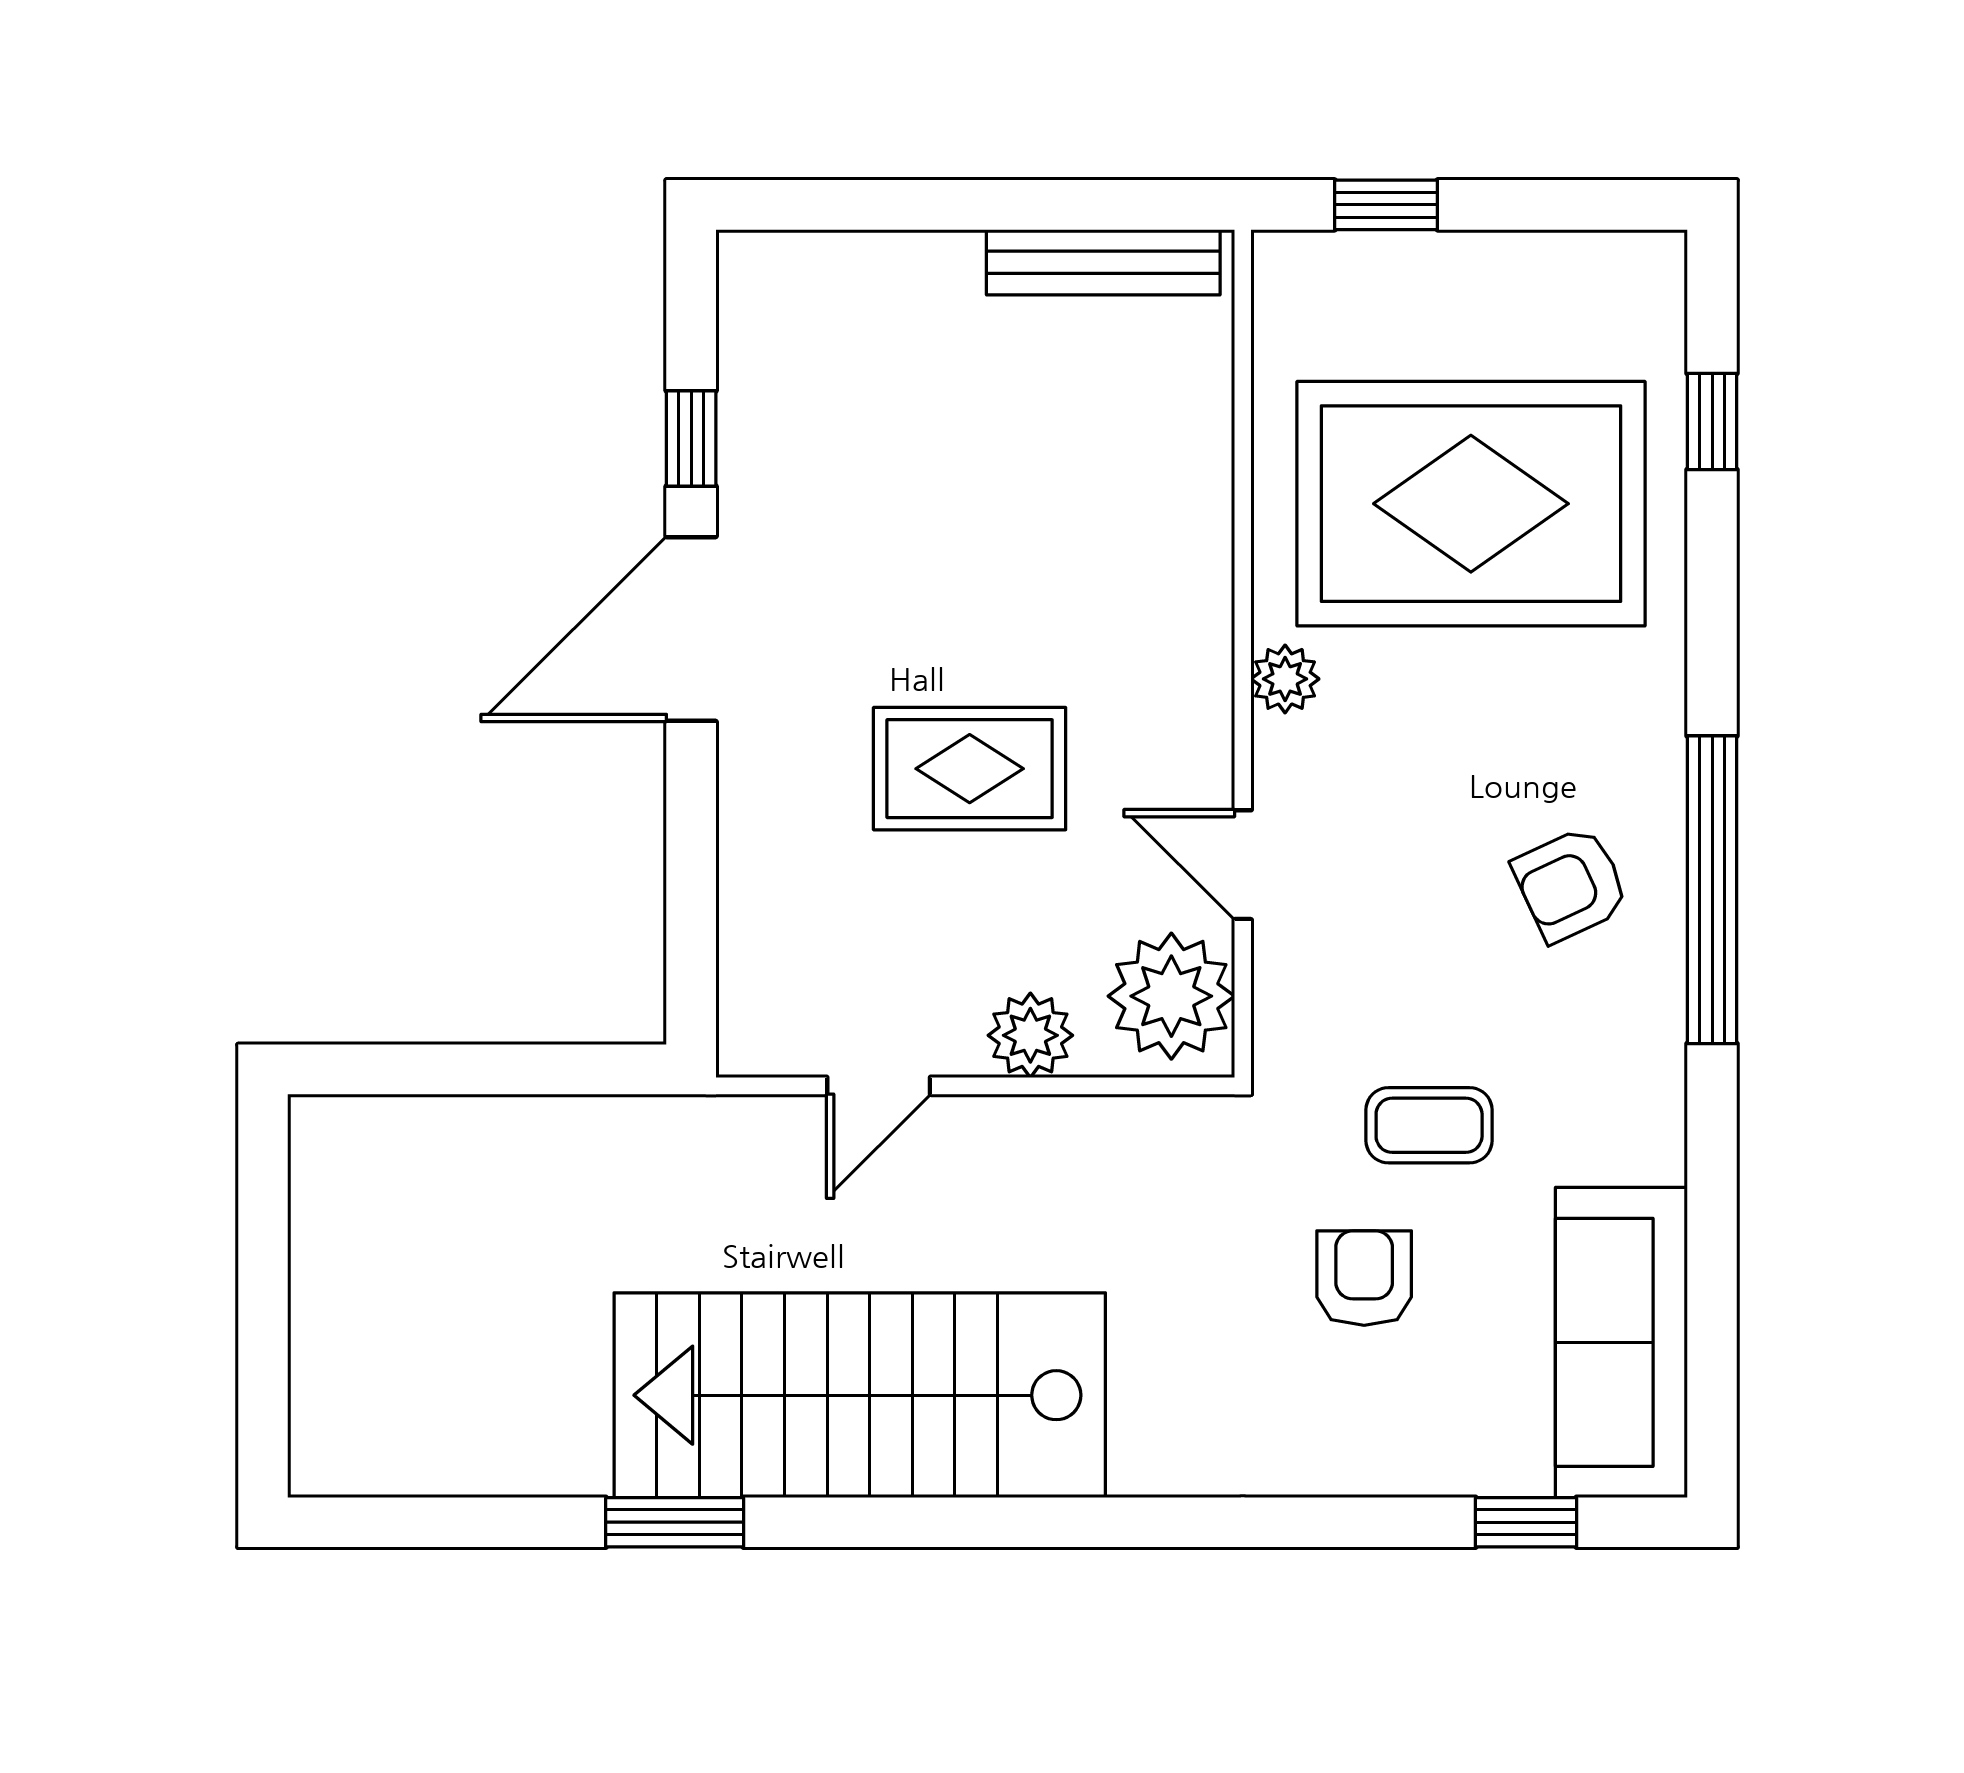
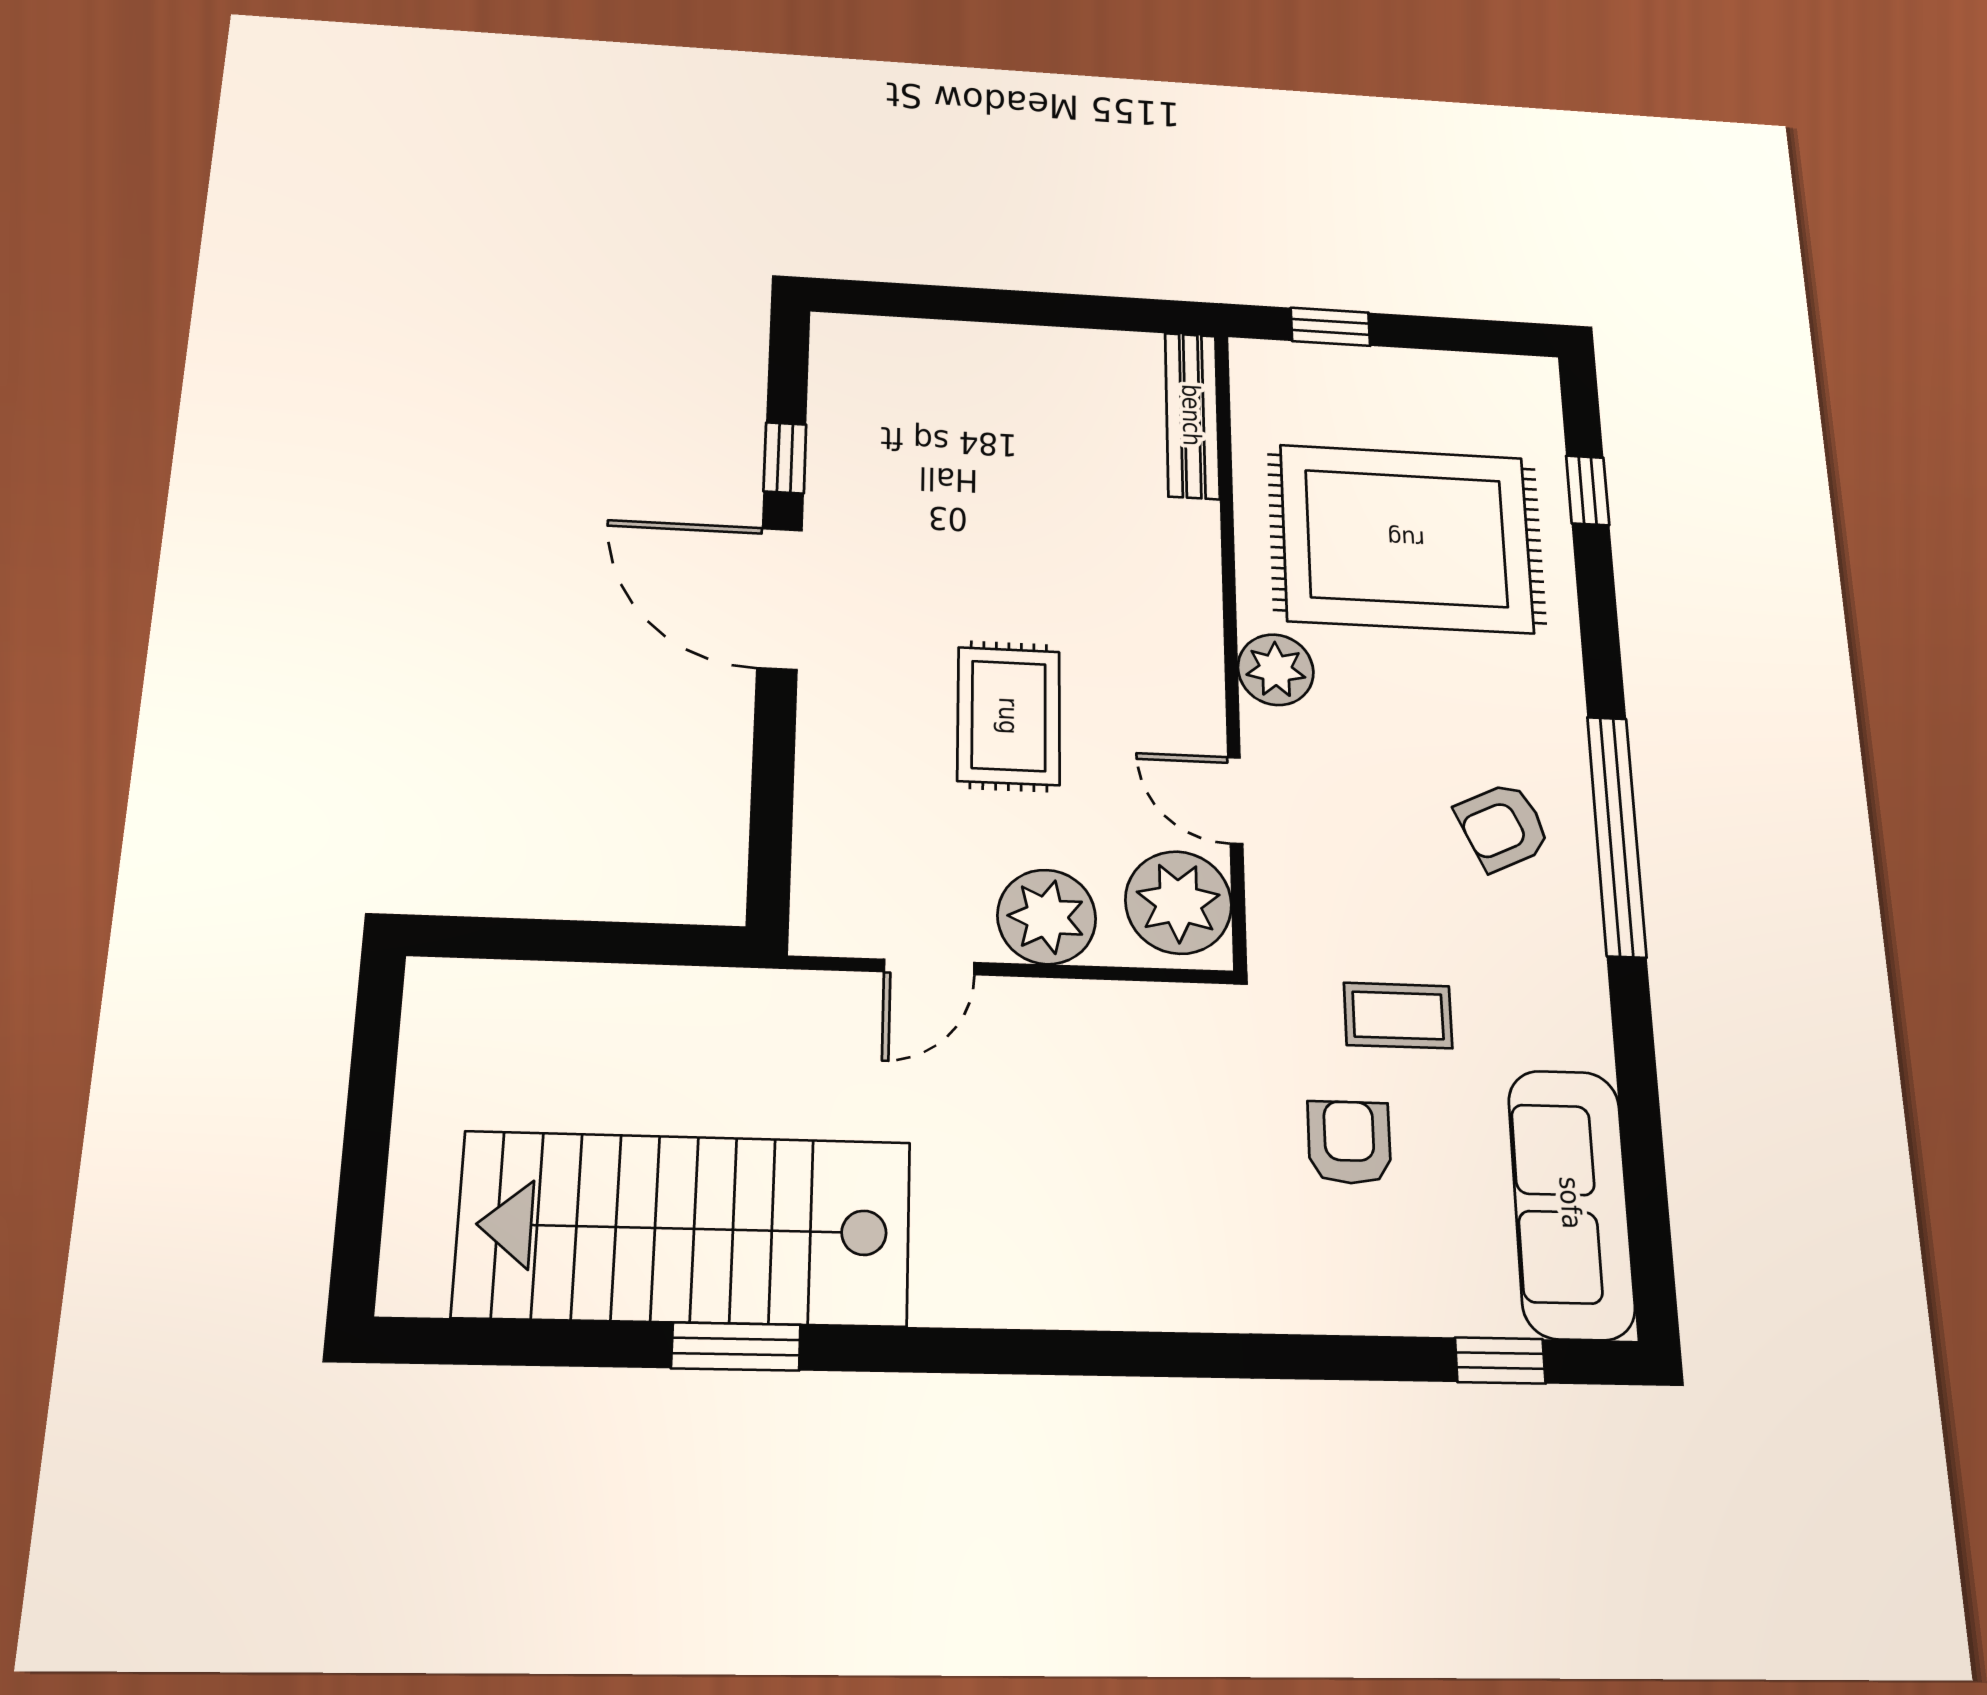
bench: (1103, 262) -> (1192, 415), moved, turned 90
door: (691, 629) -> (780, 598), hinge flipped
plant: (1285, 679) -> (1276, 670), width x1.38, depth x1.38
rug: (970, 769) -> (1009, 716), turned 90
plant: (1030, 1035) -> (1047, 917), width x1.36, depth x1.36
stairs: (860, 1395) -> (685, 1229), moved

